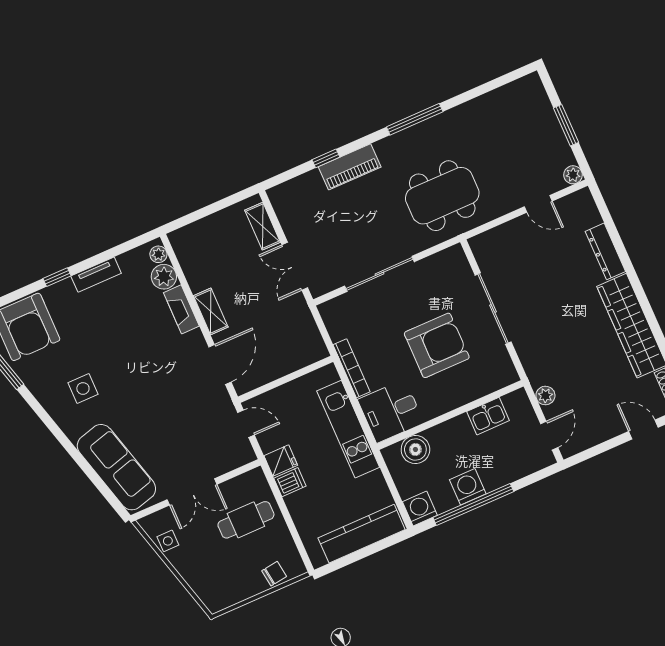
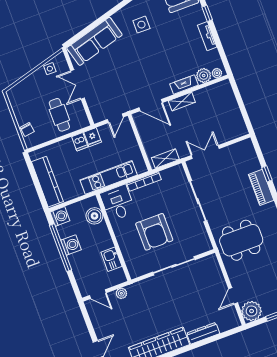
plant: (573, 175) -> (252, 311), width x1.87, depth x1.87
dining table: (442, 196) -> (241, 240), turned 90
shelving: (263, 226) -> (165, 159), moved

